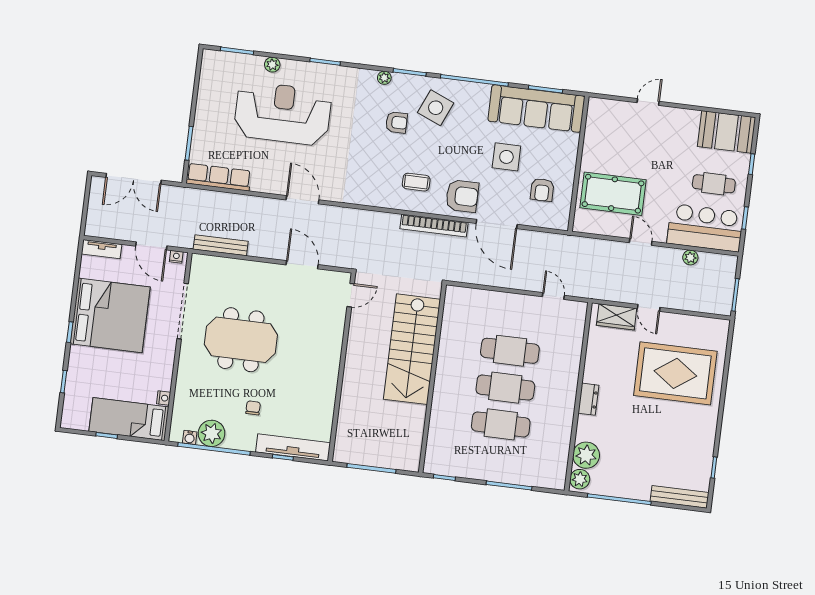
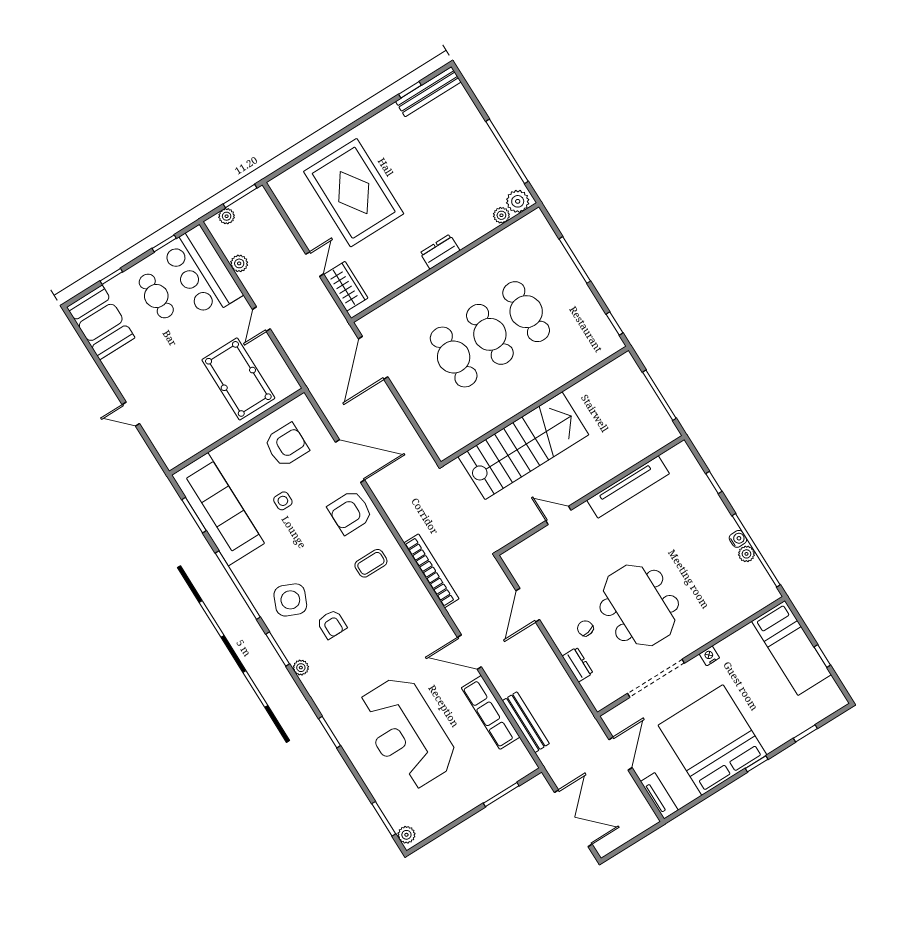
plant: (272, 65) -> (406, 835), moved
armchair: (397, 122) -> (332, 624), turned 180
side table: (506, 157) -> (283, 501), width x0.54, depth x0.54
row of seats: (219, 177) -> (491, 712), moved
coffee table: (416, 182) -> (371, 563), turned 90
armchair: (542, 190) -> (286, 445), width x1.38, depth x1.38
armchair: (462, 196) -> (350, 512), turned -90
door: (302, 200) -> (469, 652), hinge flipped
door: (497, 224) -> (350, 461), hinge flipped
bookcase: (434, 226) -> (431, 571), moved
bench: (221, 245) -> (526, 722), moved
nightstand: (176, 257) -> (612, 724), removed
dresser: (235, 266) -> (578, 665), added
plant: (729, 275) -> (227, 216), added
door: (351, 295) -> (558, 515), moved
door: (553, 296) -> (373, 358), width x1.88
nightstand: (164, 398) -> (709, 656), moved
chair: (253, 408) -> (585, 628), moved, turned 77
plant: (212, 433) -> (746, 554), width x0.53, depth x0.53
water cooler: (190, 437) -> (738, 539), moved
tv unit: (293, 447) -> (628, 487), moved, turned -90
plant: (586, 455) -> (501, 215), width x0.53, depth x0.53
bench: (679, 497) -> (428, 92), moved, turned 90

